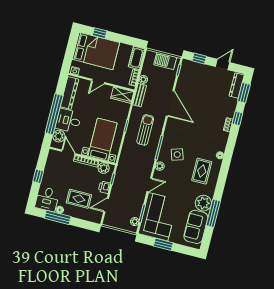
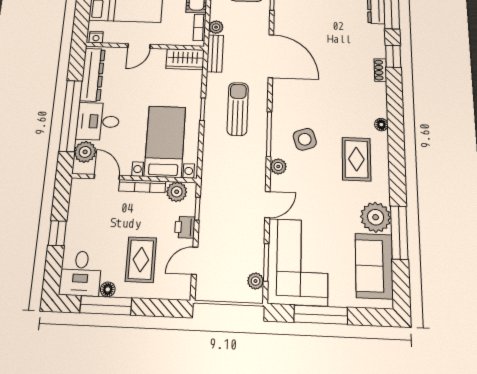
rug: (79, 199) -> (141, 260), turned 90
window: (163, 244) -> (321, 315), width x1.44

